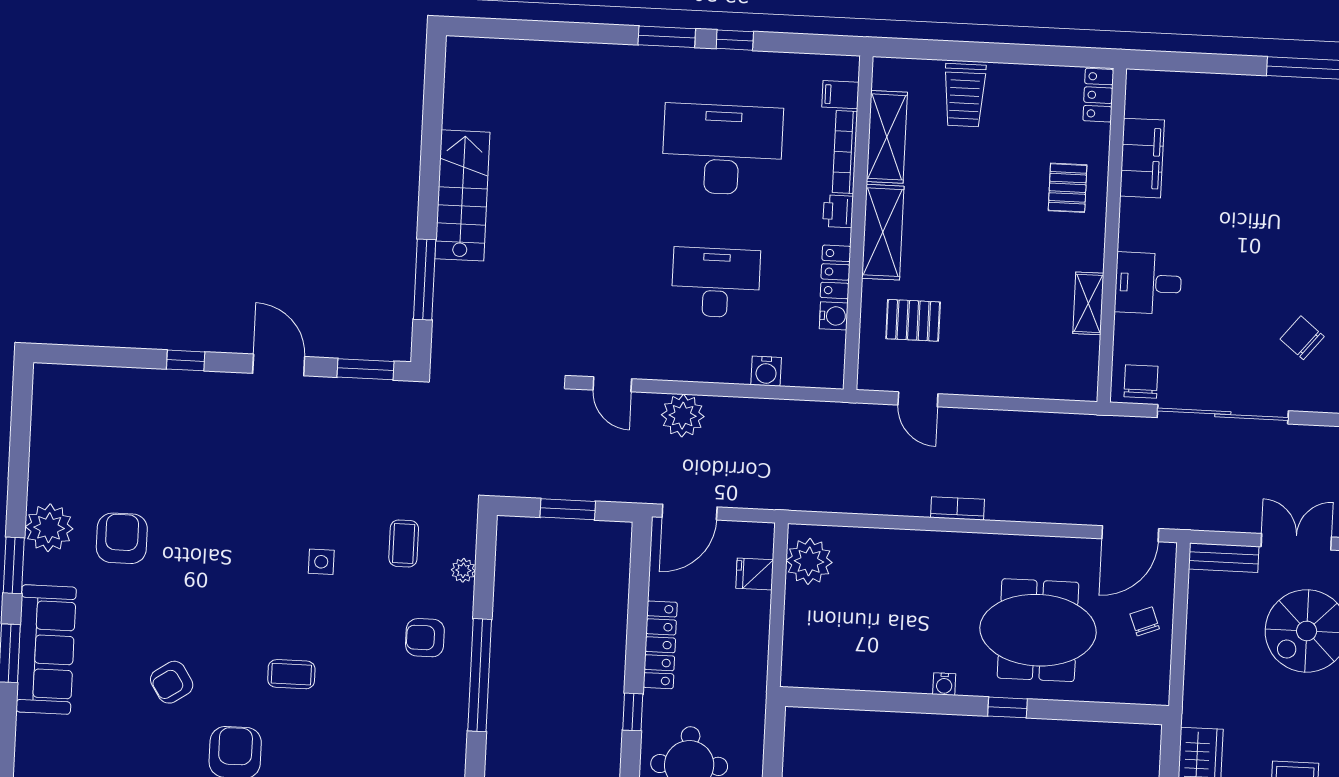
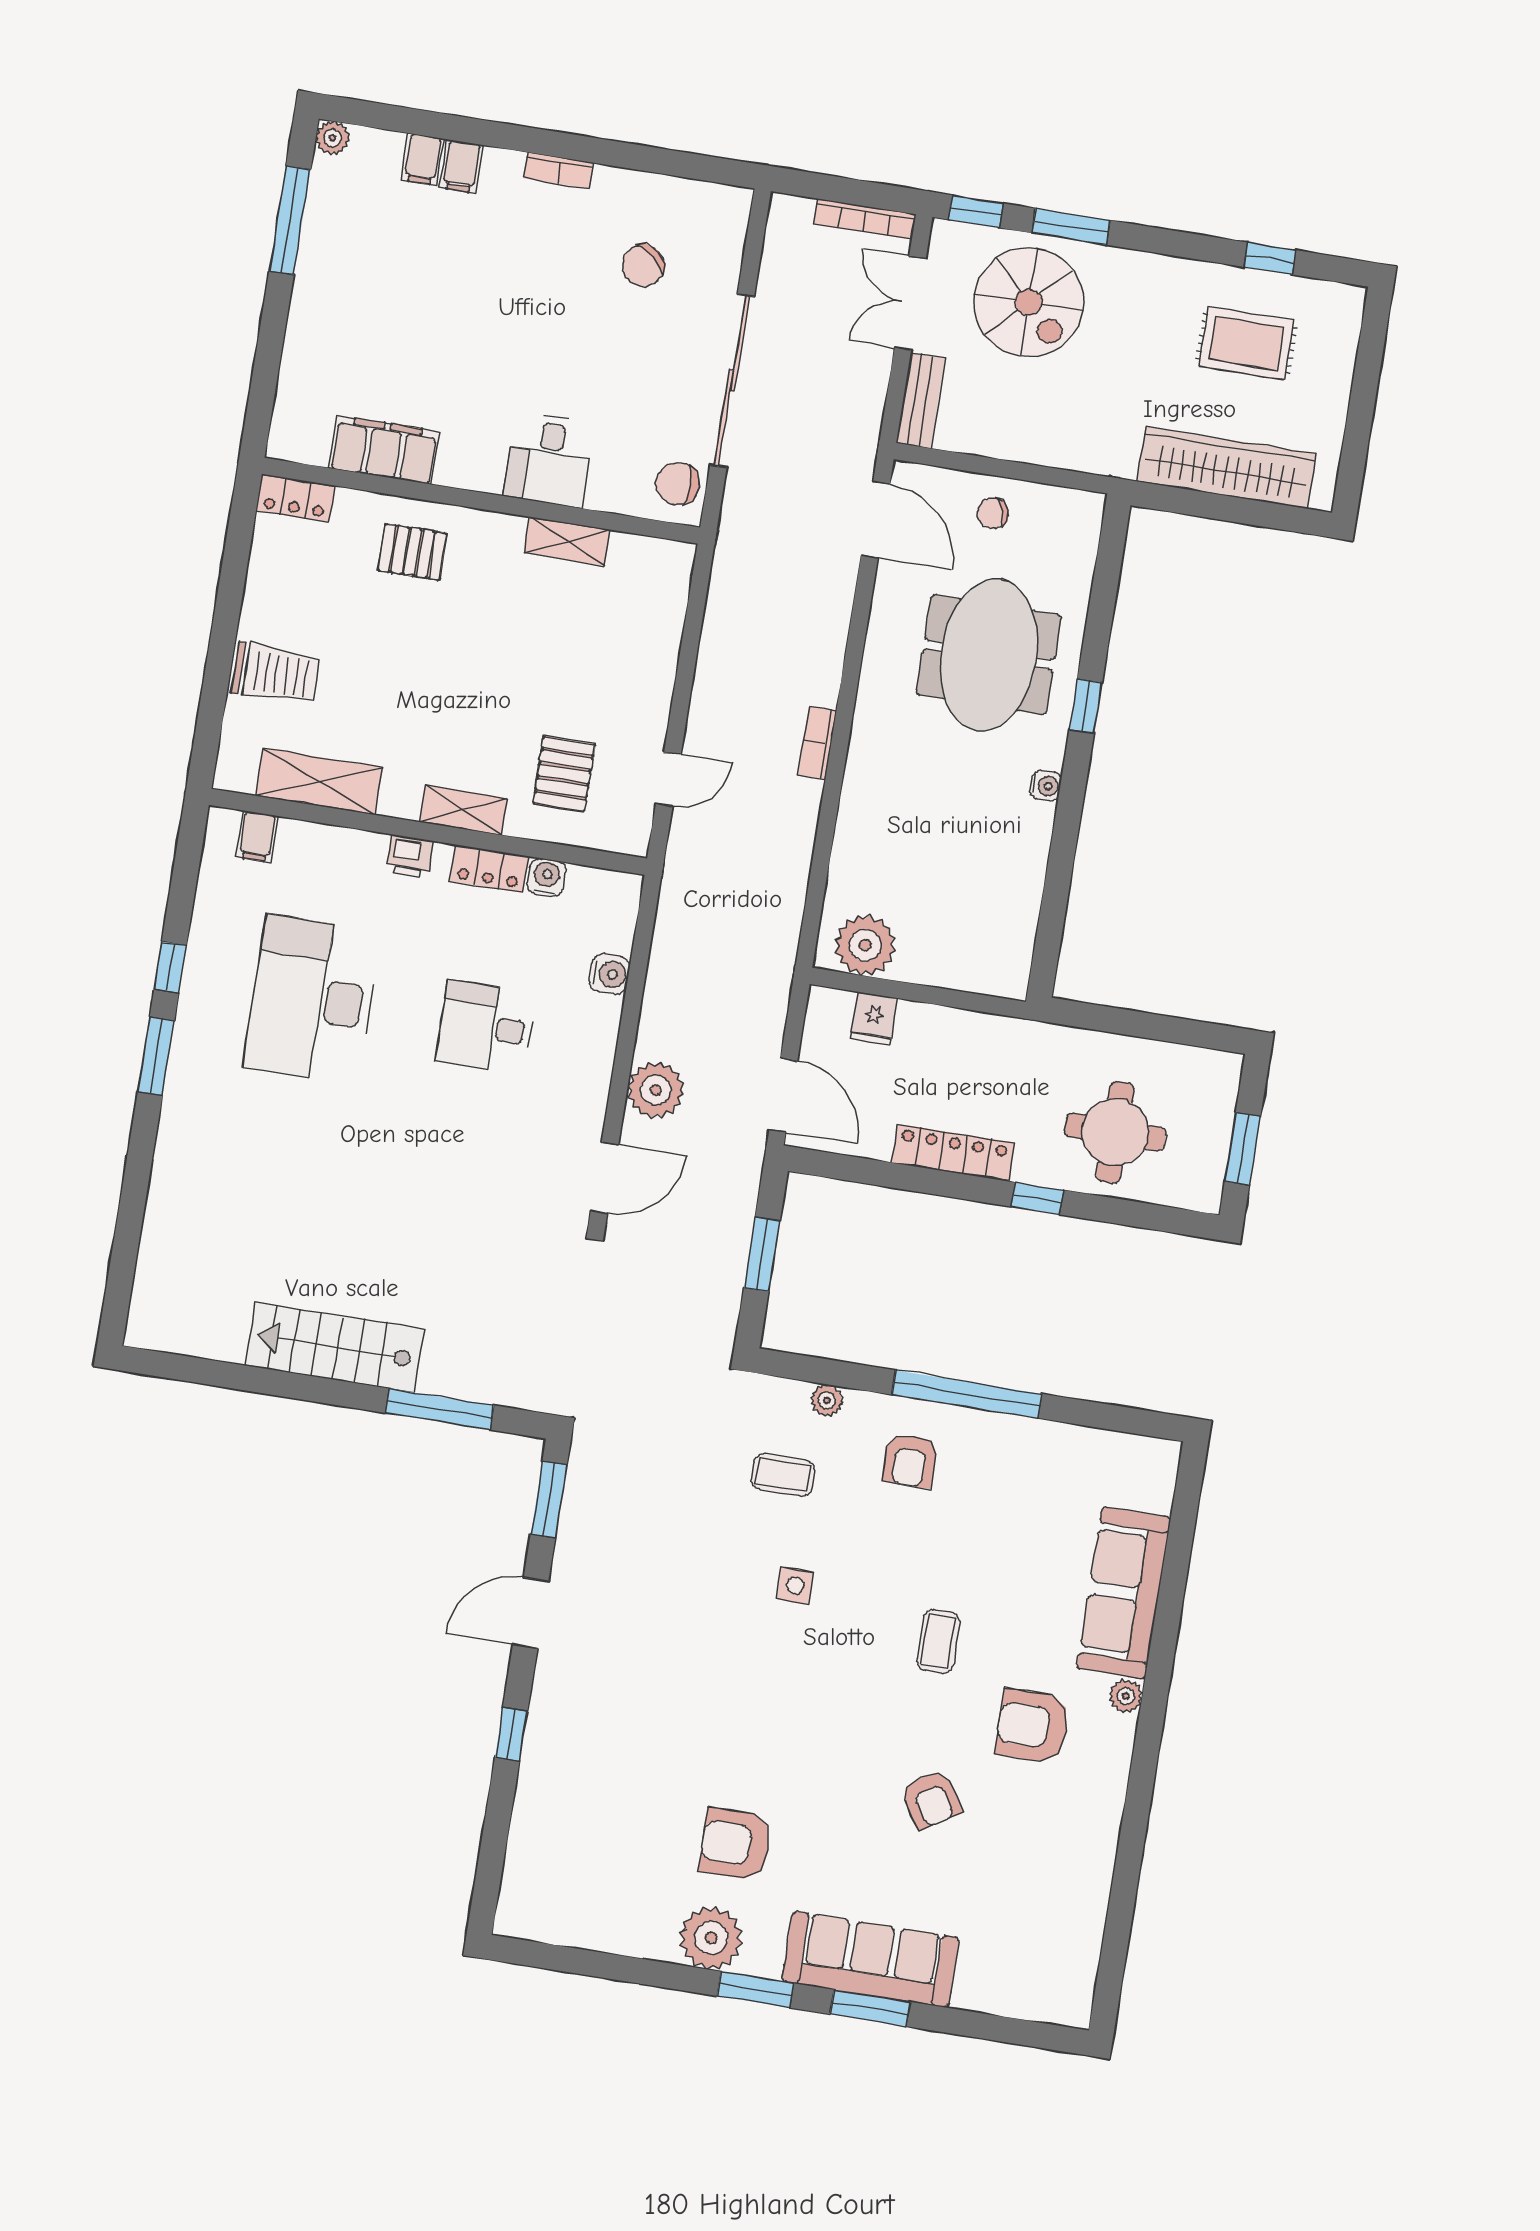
bookcase: (845, 152) -> (333, 839), removed
shelving: (883, 232) -> (463, 810), width x0.67, depth x0.75
desk: (716, 283) -> (486, 1027), width x0.73
door: (612, 384) -> (604, 1178), width x1.38

